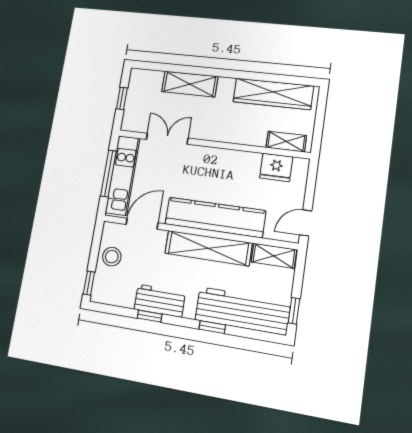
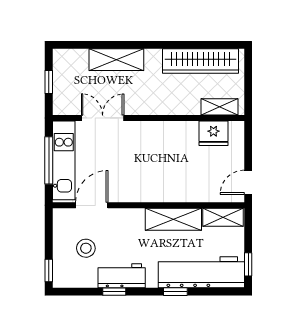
kitchen counter: (215, 217) -> (162, 189), removed
shelving: (208, 248) -> (173, 219), width x0.68
stool: (112, 257) -> (86, 248), moved

